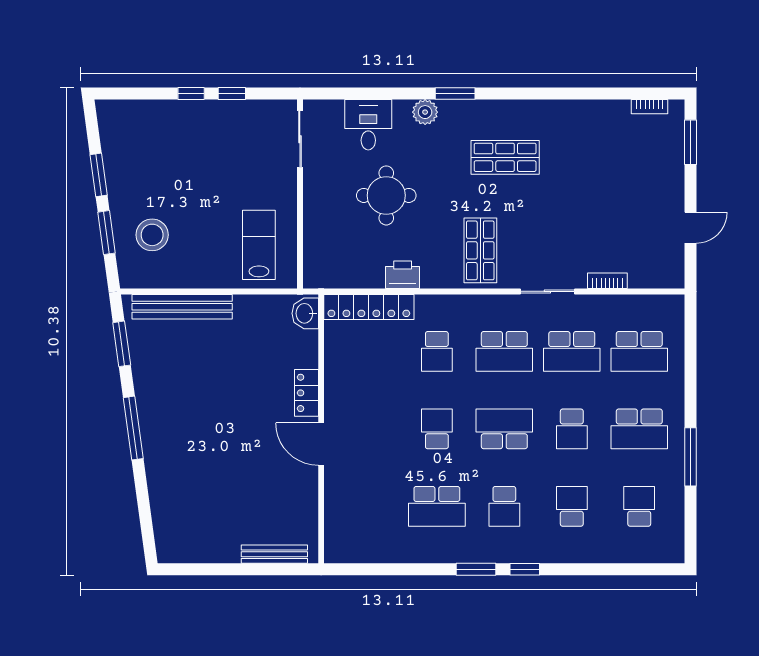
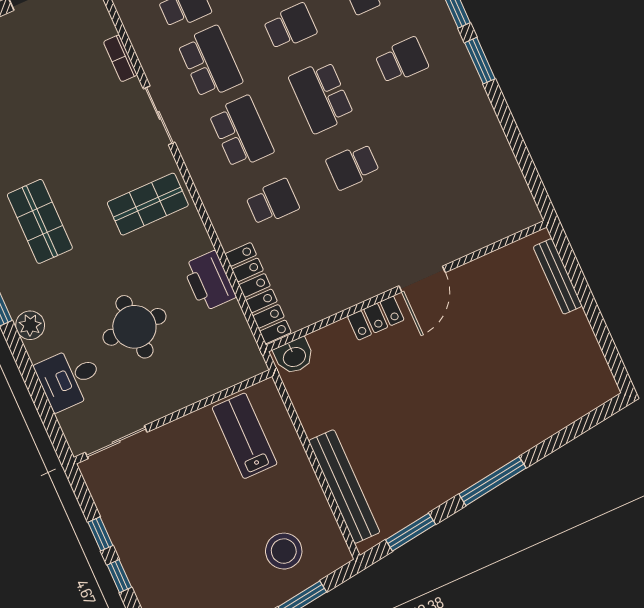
lab bench: (259, 245) -> (245, 436), turned 90
printer: (403, 275) -> (209, 281), width x1.37, depth x1.19
school desk: (437, 506) -> (433, 130), removed

